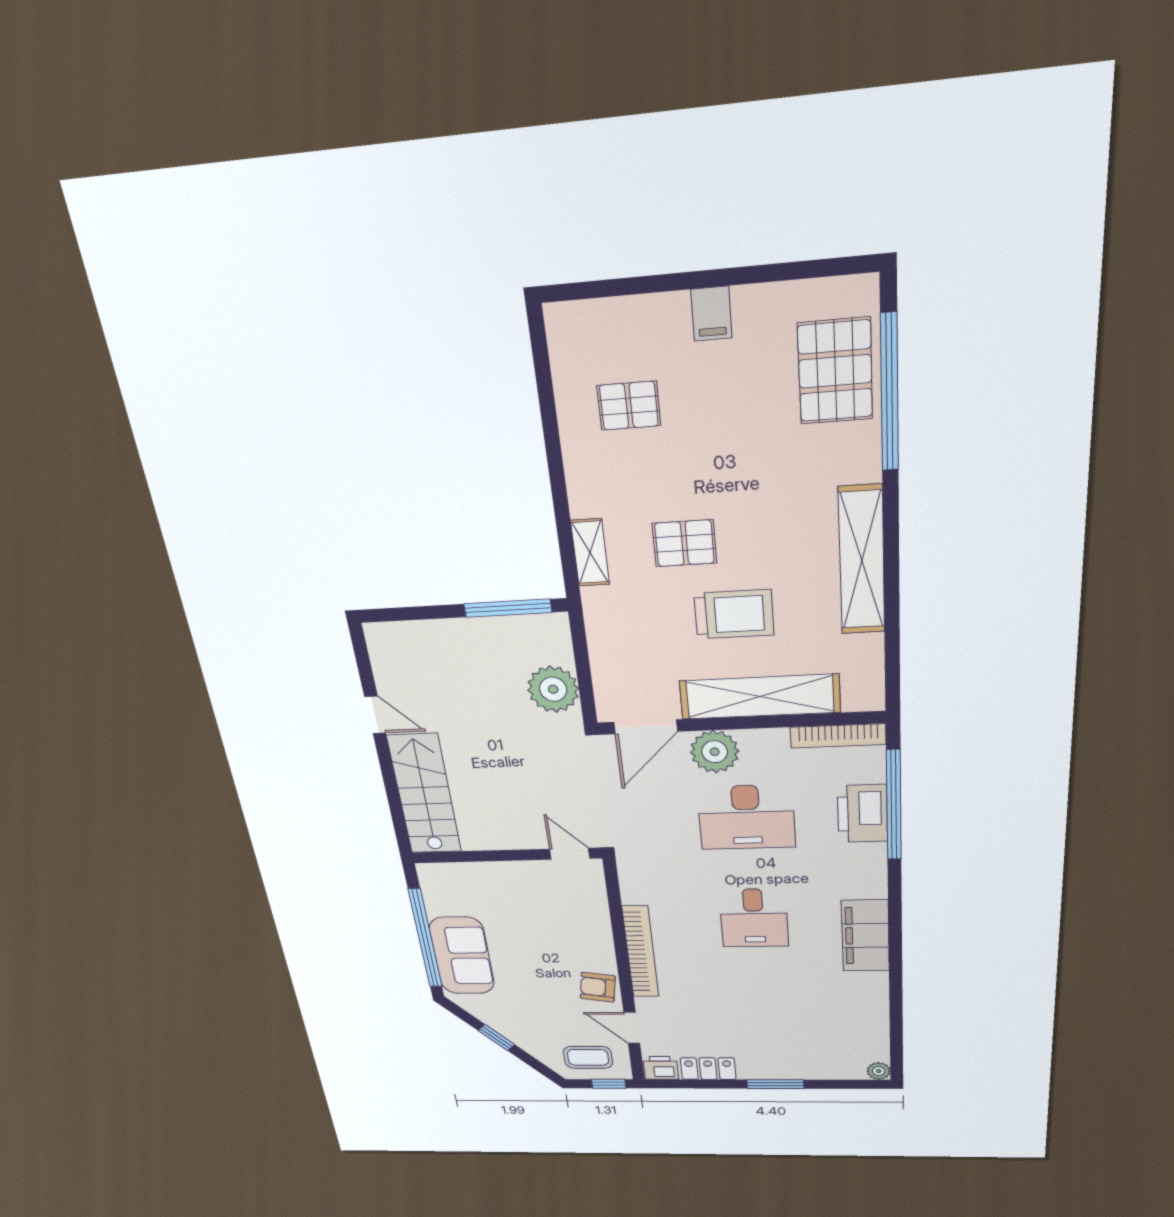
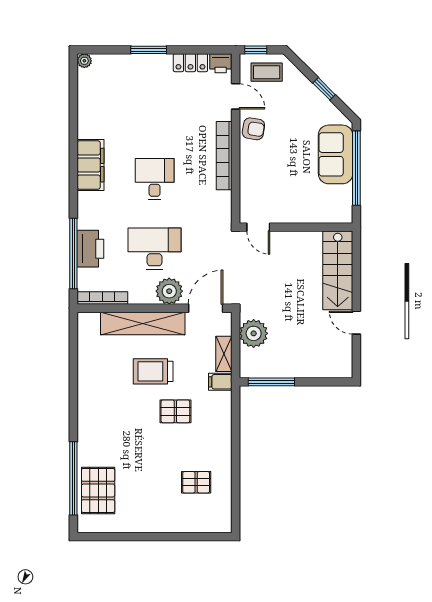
filing cabinet: (711, 314) -> (220, 382), moved, turned -90
shelving: (590, 552) -> (224, 354), moved
shelving: (862, 561) -> (88, 397), removed

